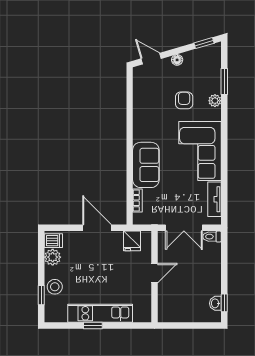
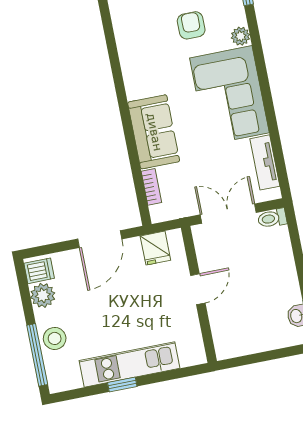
plant: (215, 101) -> (241, 36), moved
door: (97, 228) -> (100, 239), swing flipped
double door: (184, 228) -> (228, 214), swing flipped
window: (41, 295) -> (37, 355), width x2.17

